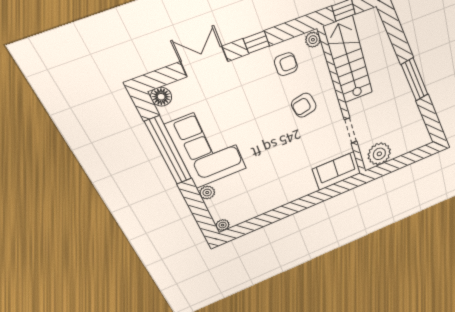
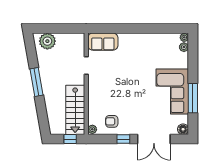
double door: (204, 62) -> (154, 139), width x1.37
armchair: (304, 105) -> (110, 94), removed
window: (169, 151) -> (193, 98), width x0.68
plant: (379, 154) -> (47, 41), moved
plant: (207, 193) -> (184, 47), moved

